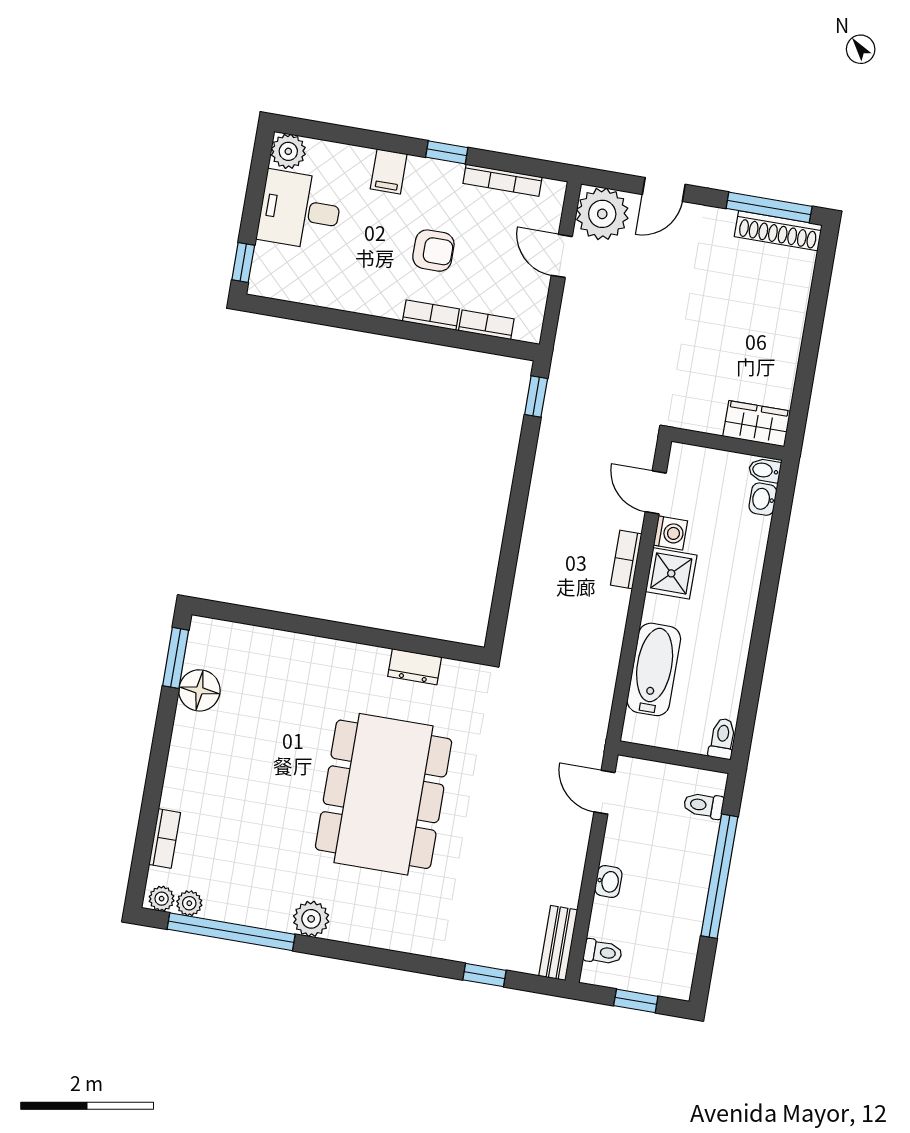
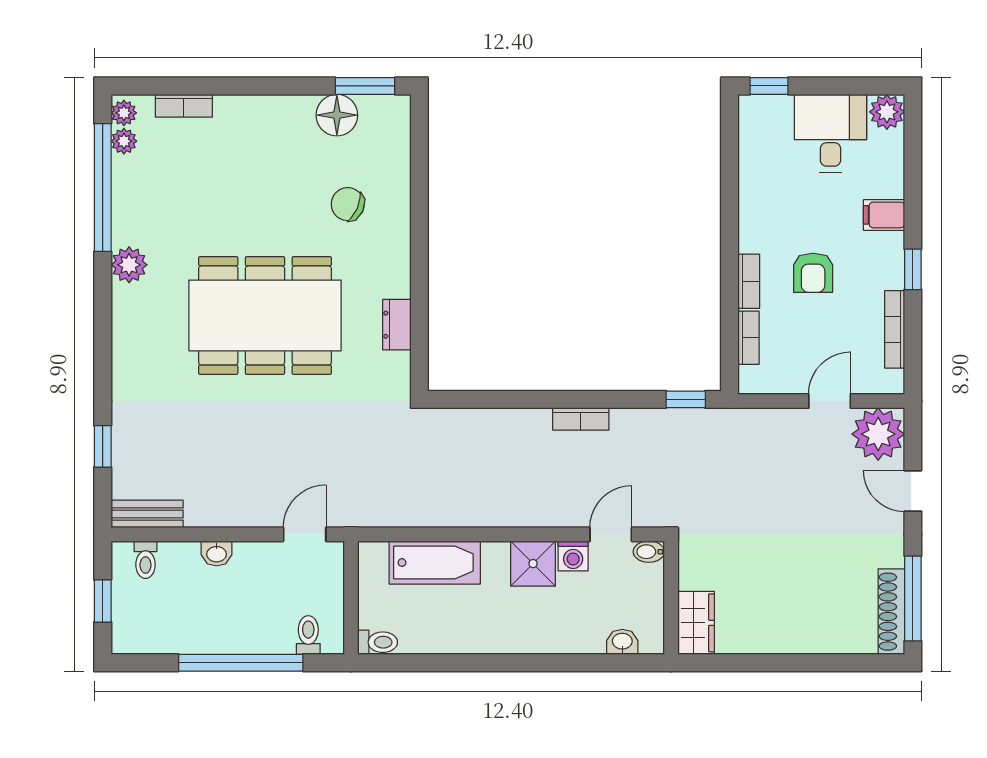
bidet: (765, 470) -> (649, 552), moved, turned -90
bookcase: (626, 559) -> (581, 419), moved, turned 180
chair: (288, 695) -> (348, 204), added

